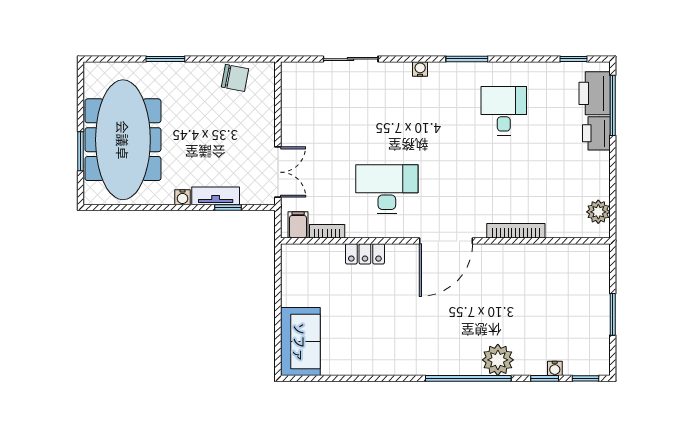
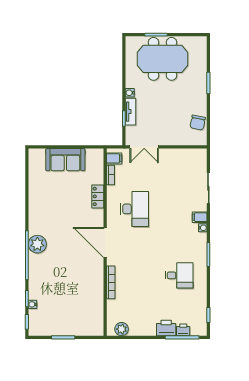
filing cabinet: (401, 74) -> (200, 217), added
printer: (595, 93) -> (183, 330), width x0.53, depth x0.68
meeting table: (123, 140) -> (163, 59), width x0.73
sofa: (300, 342) -> (65, 160), moved
plant: (498, 360) -> (37, 244), moved

